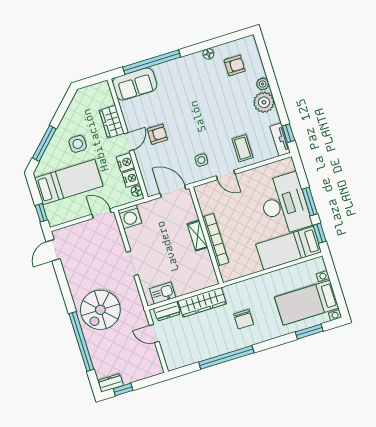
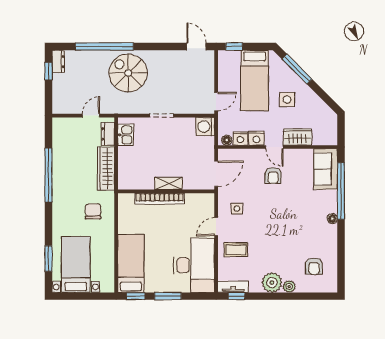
floor lamp: (208, 54) -> (332, 219), moved
desk: (284, 204) -> (194, 265), moved, turned -90
chair: (244, 319) -> (93, 211), moved, turned 90

